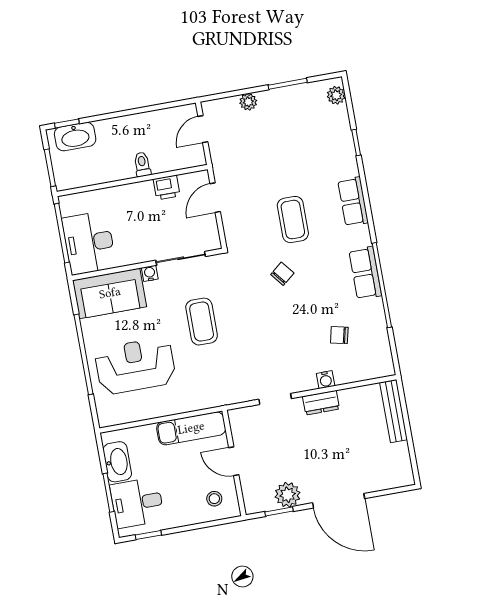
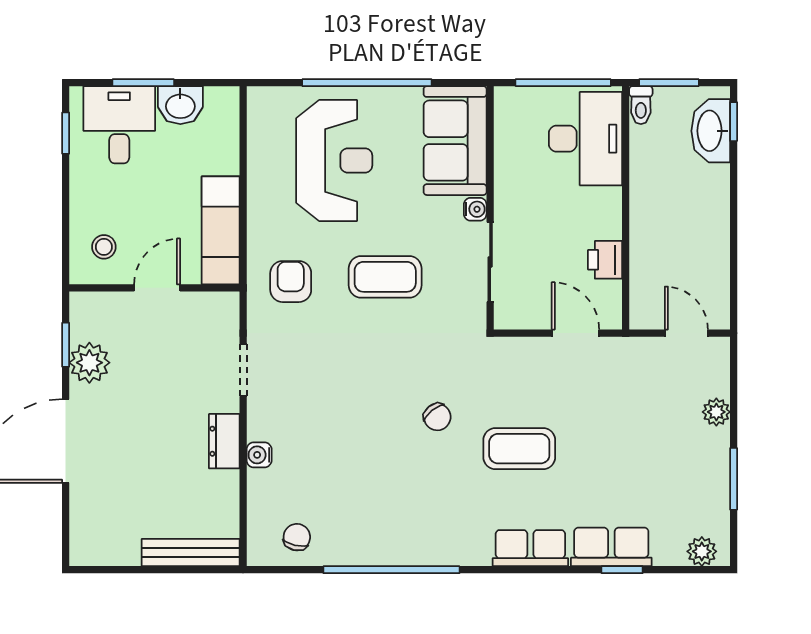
toilet: (142, 164) -> (641, 105), moved, turned 90
desk: (89, 243) -> (586, 139), moved, turned 90
row of seats: (365, 273) -> (611, 547), moved
chair: (339, 335) -> (297, 537), moved
armchair: (215, 379) -> (291, 282), added
washbasin: (117, 462) -> (180, 105), width x0.72

